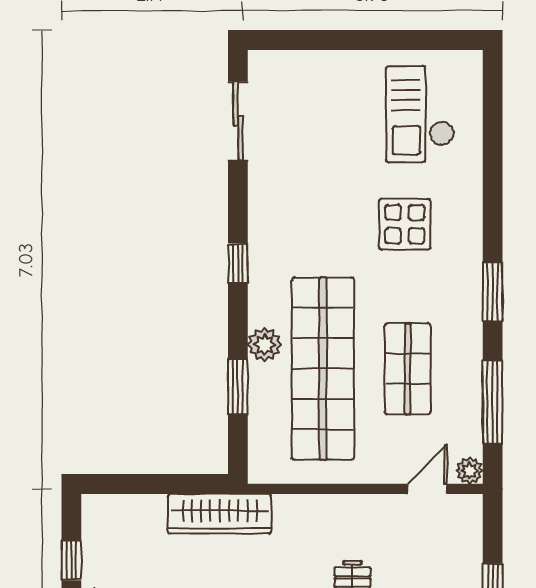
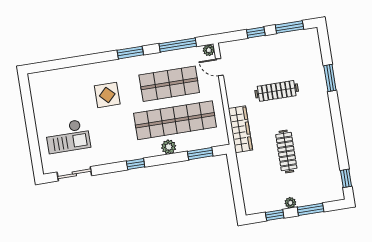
checkout: (420, 114) -> (68, 136), moved
shop shelf: (408, 369) -> (169, 84), width x1.43, depth x1.36
window: (238, 387) -> (200, 154), moved
wardrobe: (220, 514) -> (240, 129), moved

